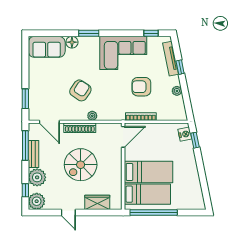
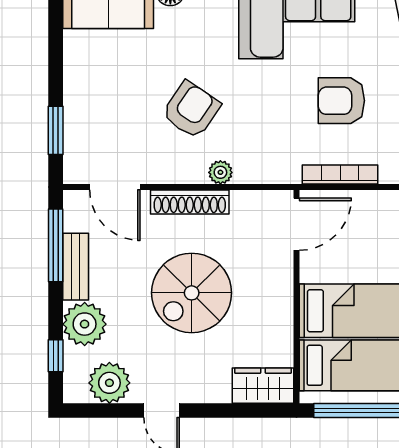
plant: (37, 201) -> (109, 383), moved
wardrobe: (97, 202) -> (263, 386), moved

